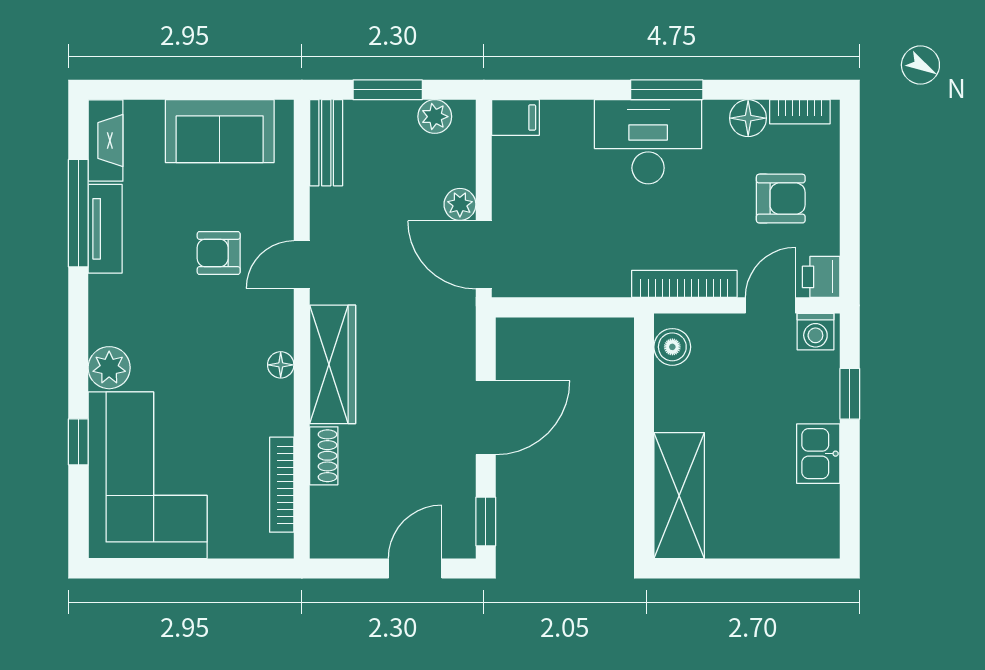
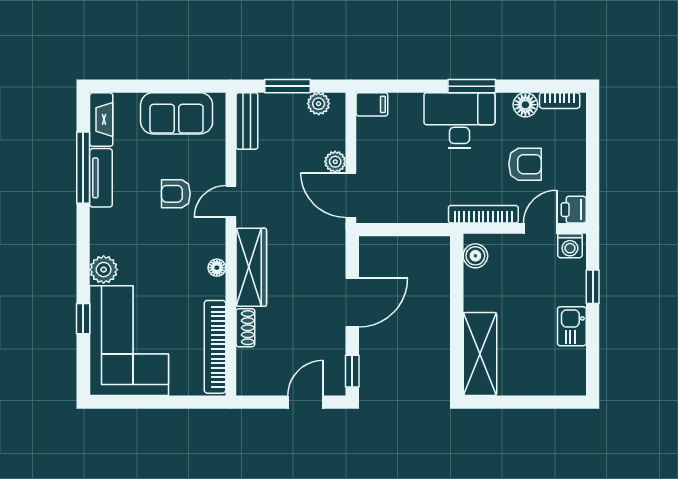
armchair: (781, 199) -> (525, 164), moved
bookcase: (282, 485) -> (215, 347), width x1.48, depth x1.31

